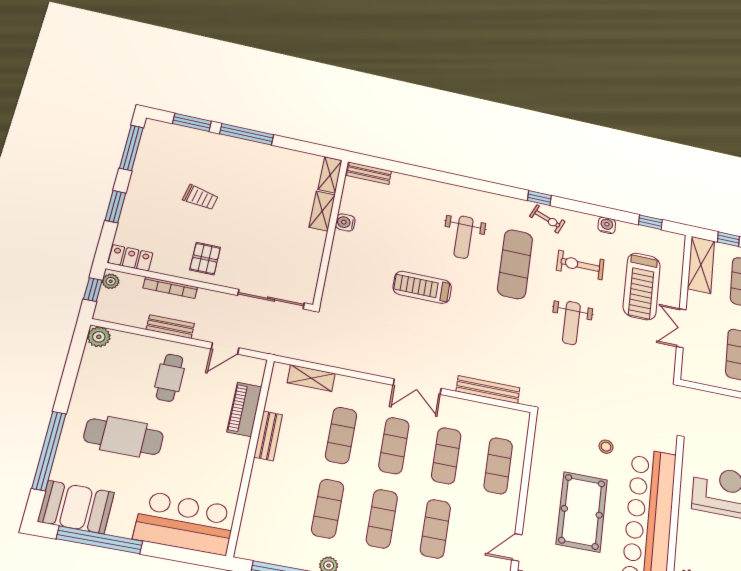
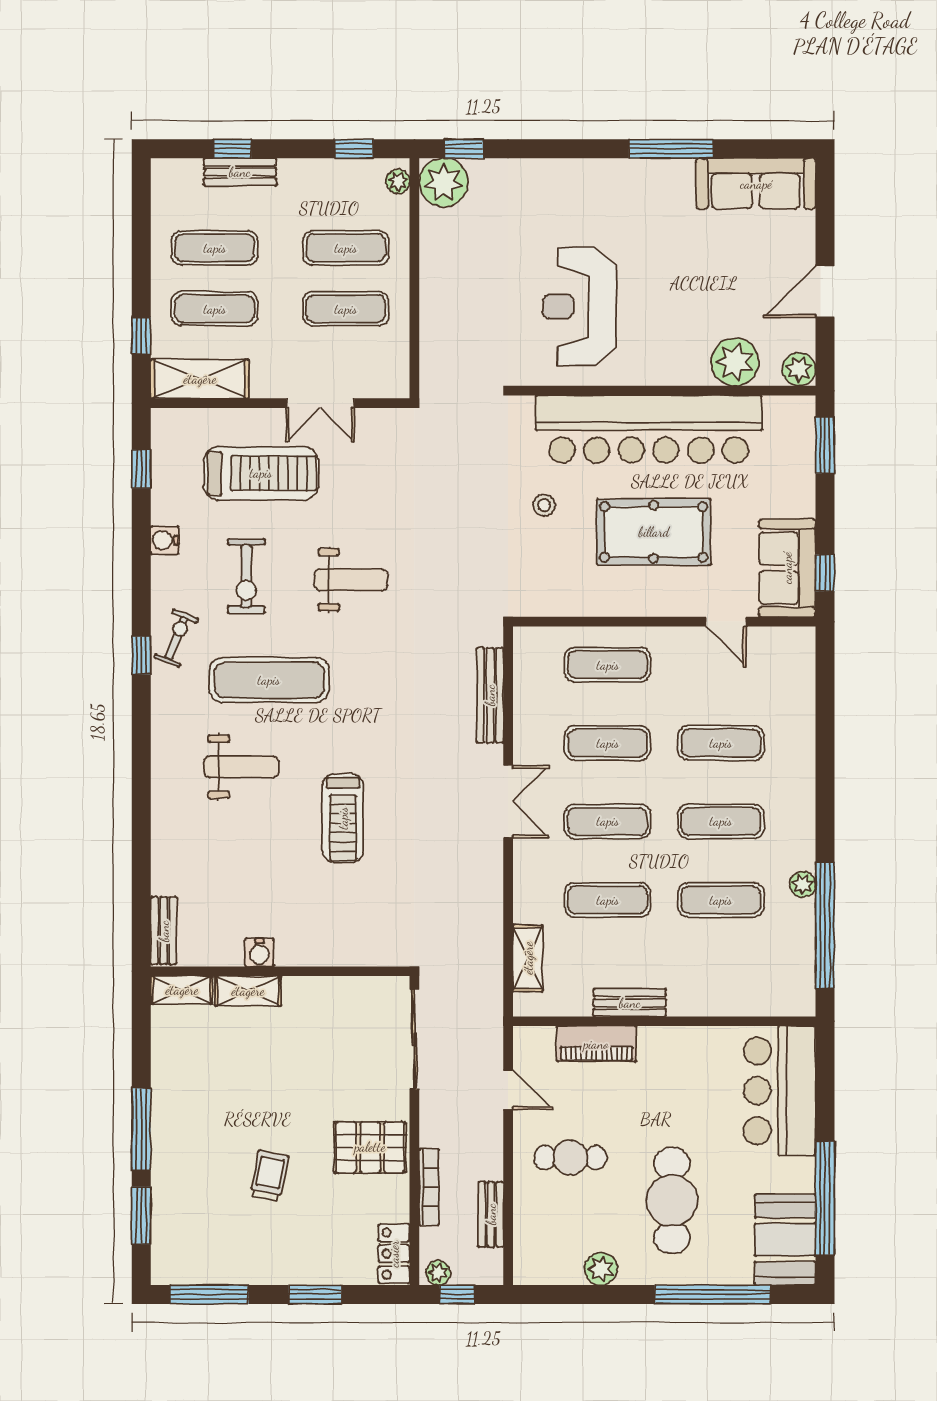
pallet: (205, 259) -> (370, 1147), width x1.50, depth x1.42
bench: (170, 327) -> (491, 1214), moved
plant: (99, 337) -> (601, 1269), moved

